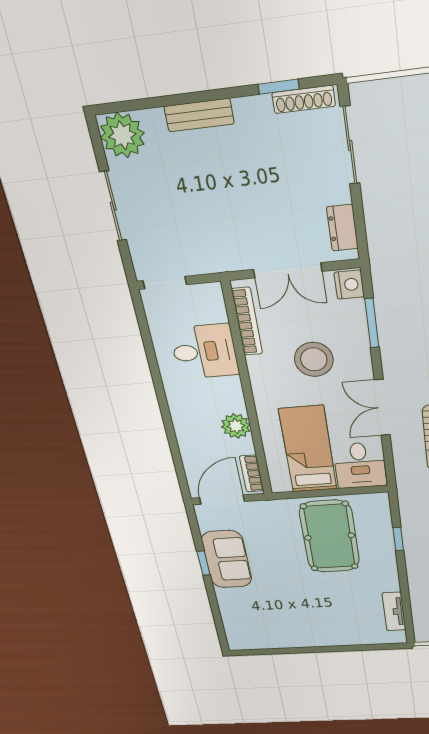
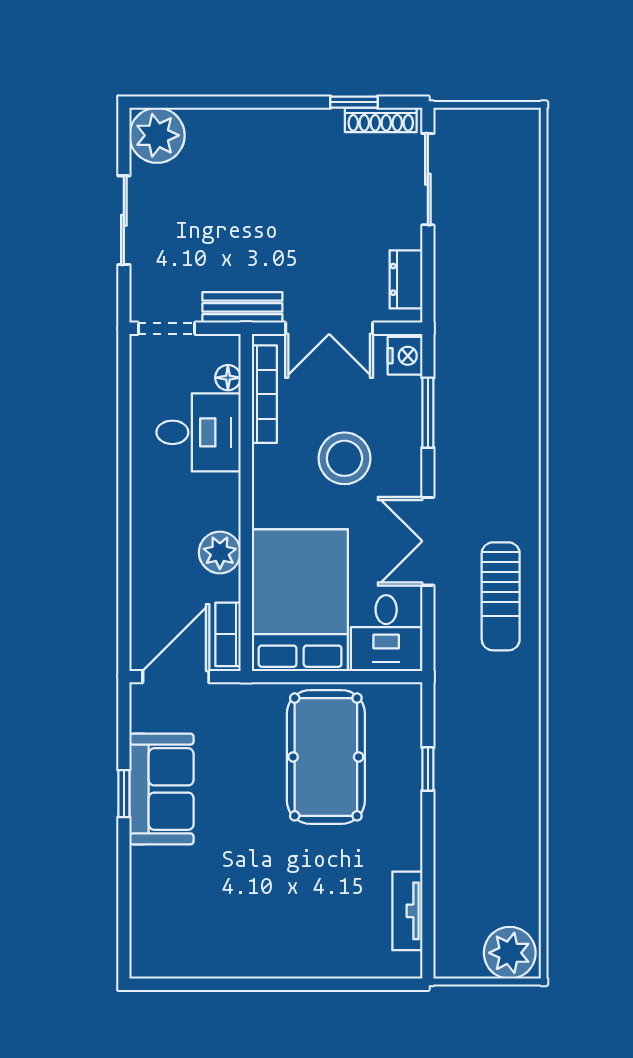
bench: (199, 115) -> (242, 307), moved
floor lamp: (218, 313) -> (228, 378), added
bed: (308, 449) -> (300, 600), width x1.50

